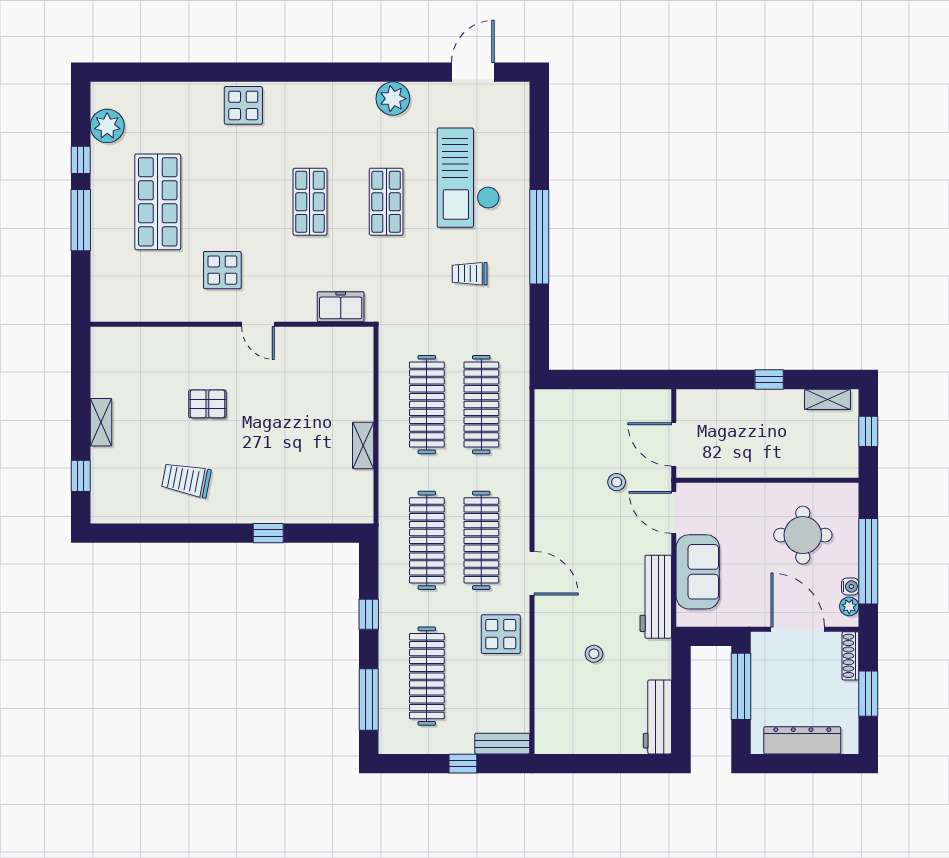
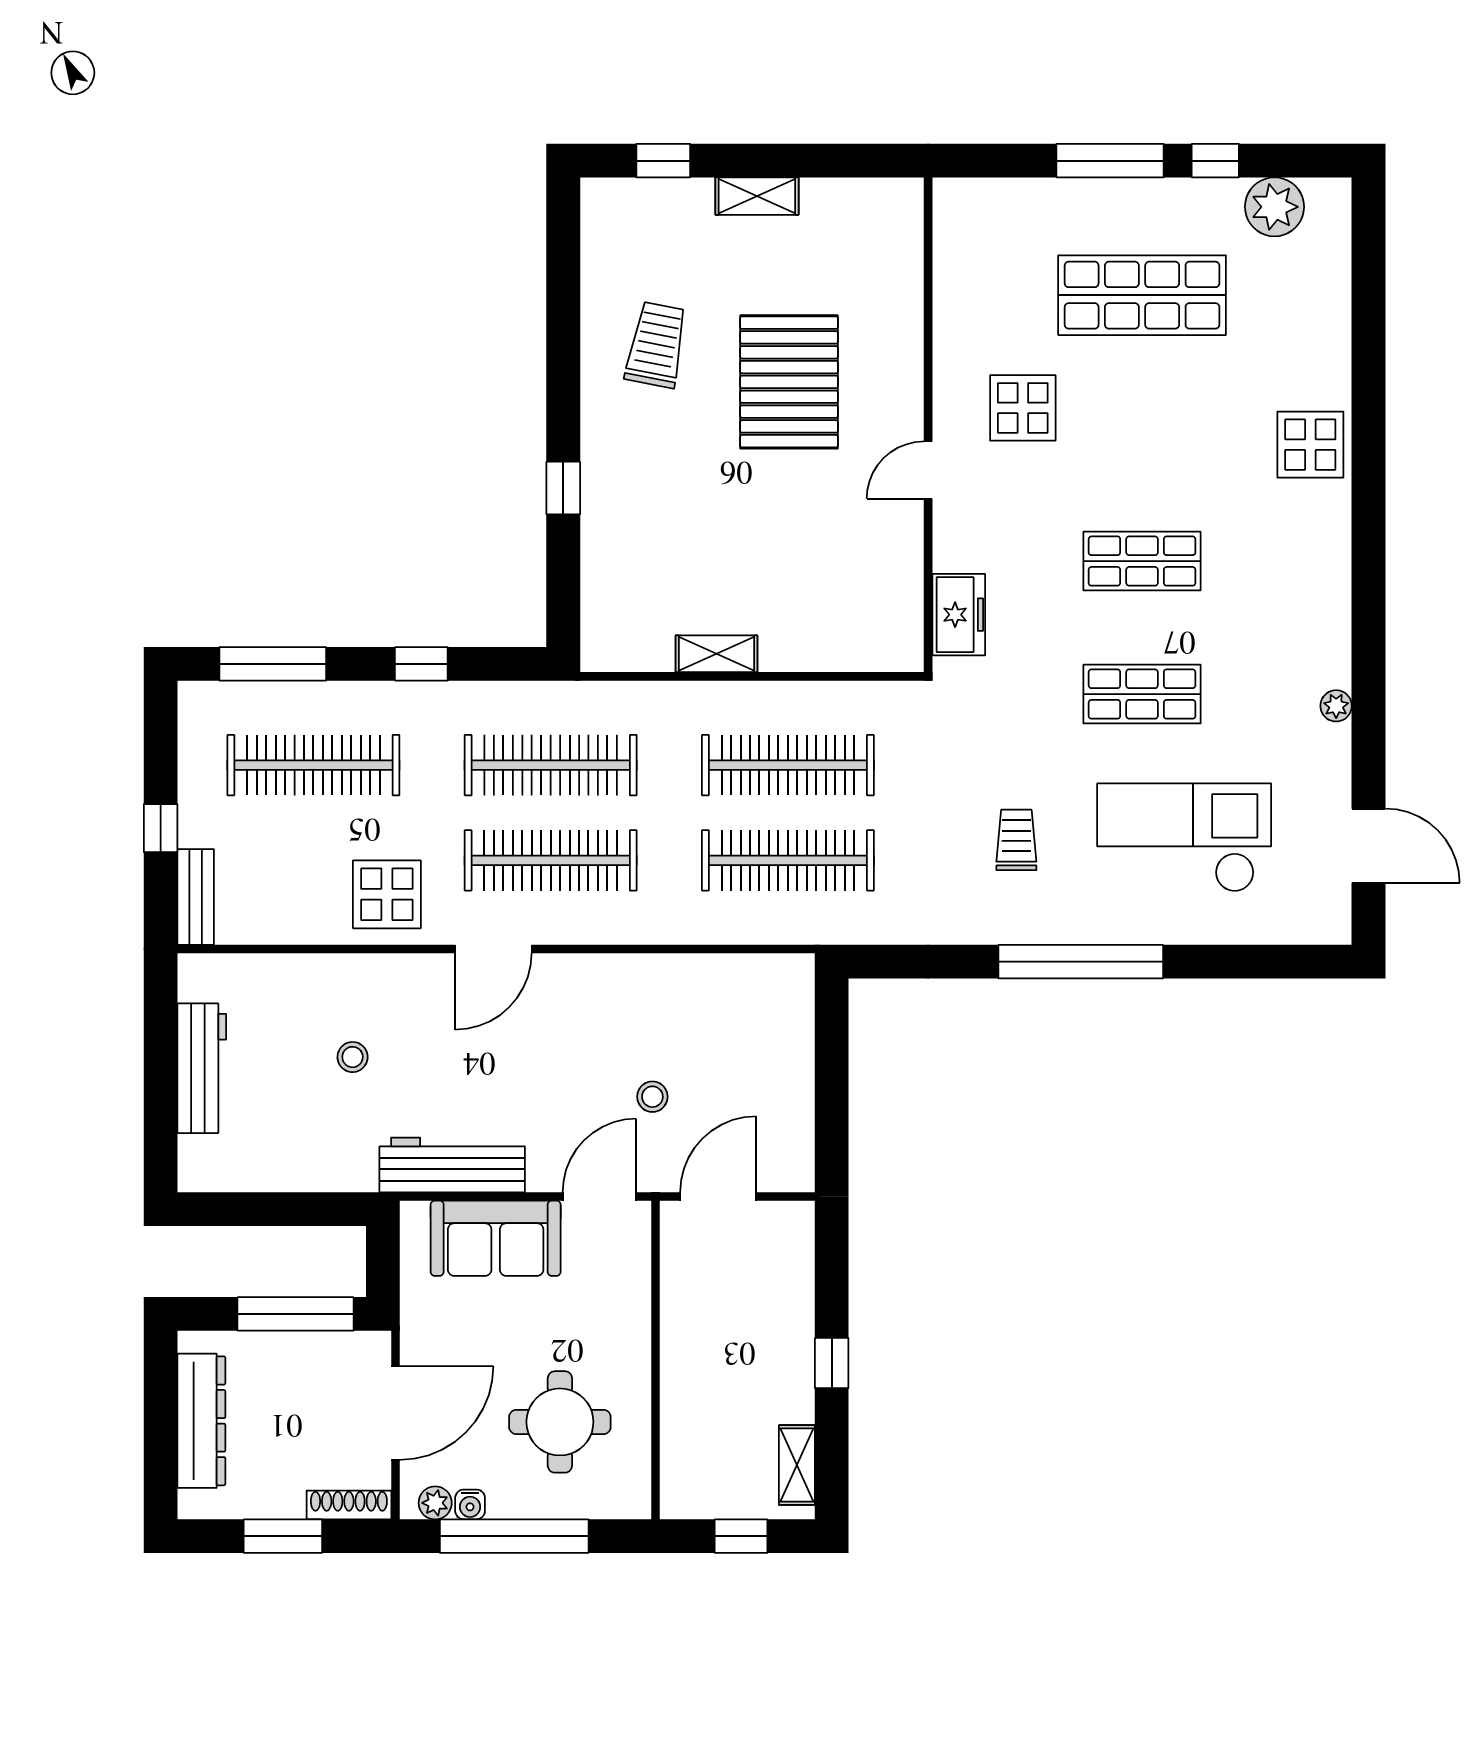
plant: (393, 99) -> (1336, 706), width x0.53, depth x0.53
pallet: (207, 404) -> (789, 382), width x2.05, depth x2.00
workbench: (657, 717) -> (202, 1068), moved, turned 90

